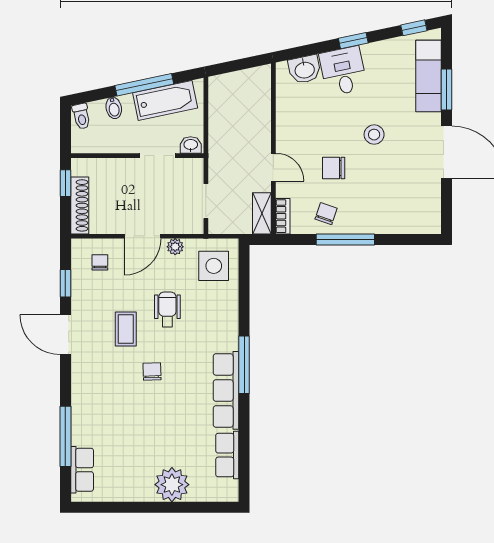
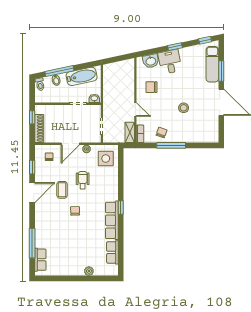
window: (144, 85) -> (59, 71), moved
stool: (374, 135) -> (184, 108), moved
chair: (334, 168) -> (151, 87), moved
door: (65, 335) -> (32, 193), swing flipped
window: (244, 365) -> (121, 208), width x0.46
plant: (172, 485) -> (89, 271), width x0.53, depth x0.53

